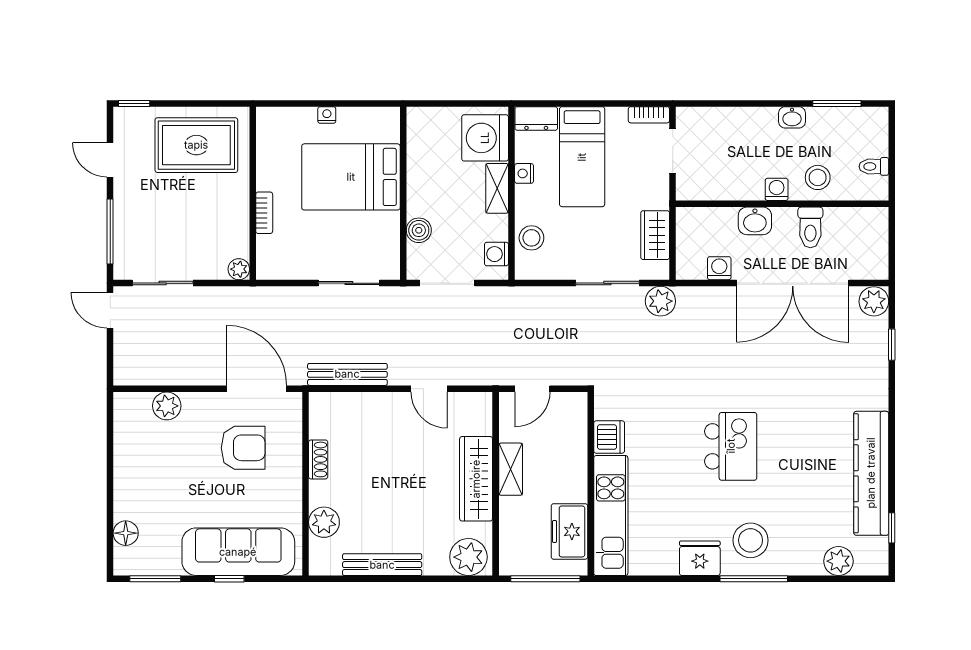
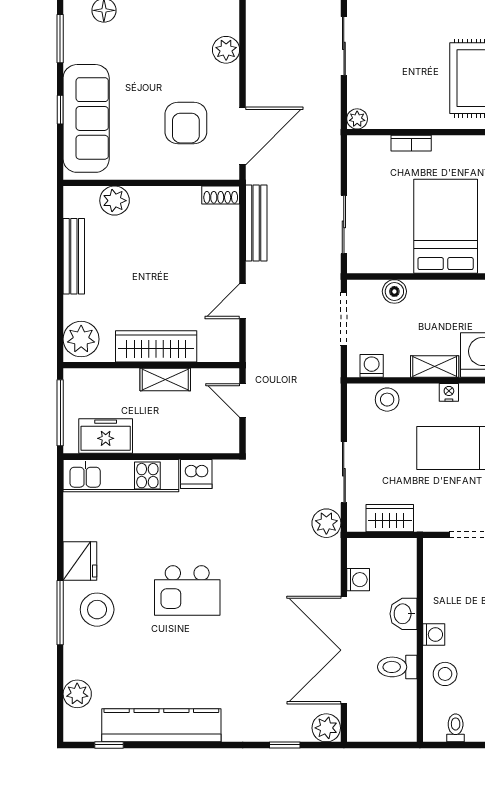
shoe rack: (318, 459) -> (221, 195), moved

